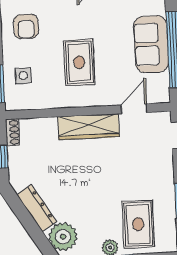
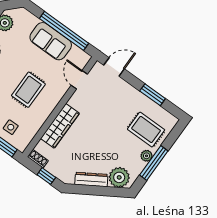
rug: (79, 62) -> (28, 90), turned 90
wardrobe: (89, 127) -> (60, 126), moved

